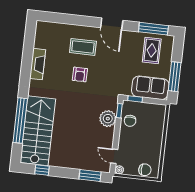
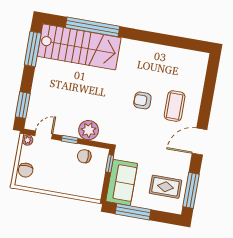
fireplace: (38, 64) -> (158, 52), removed
window: (119, 111) -> (70, 140), moved
window: (42, 170) -> (33, 49), width x2.17

